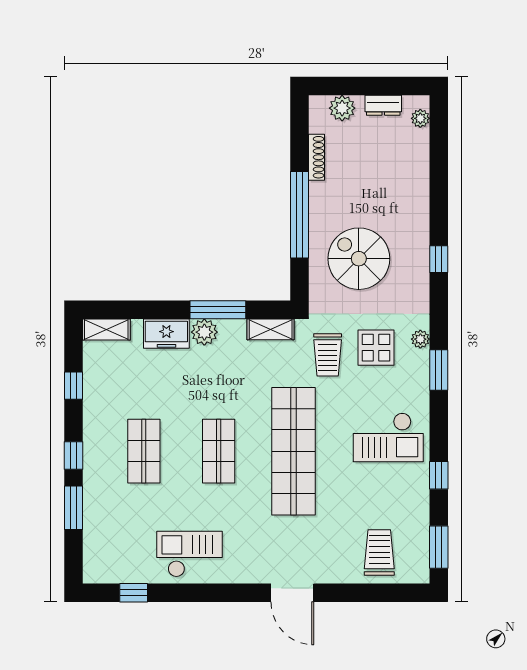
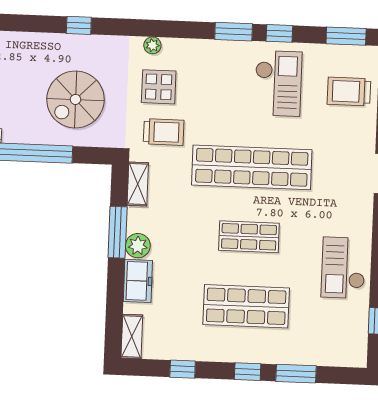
window: (439, 370) -> (234, 32), moved
checkout: (388, 437) -> (278, 83), moved
shop shelf: (144, 451) -> (246, 306), width x1.43, depth x1.36

